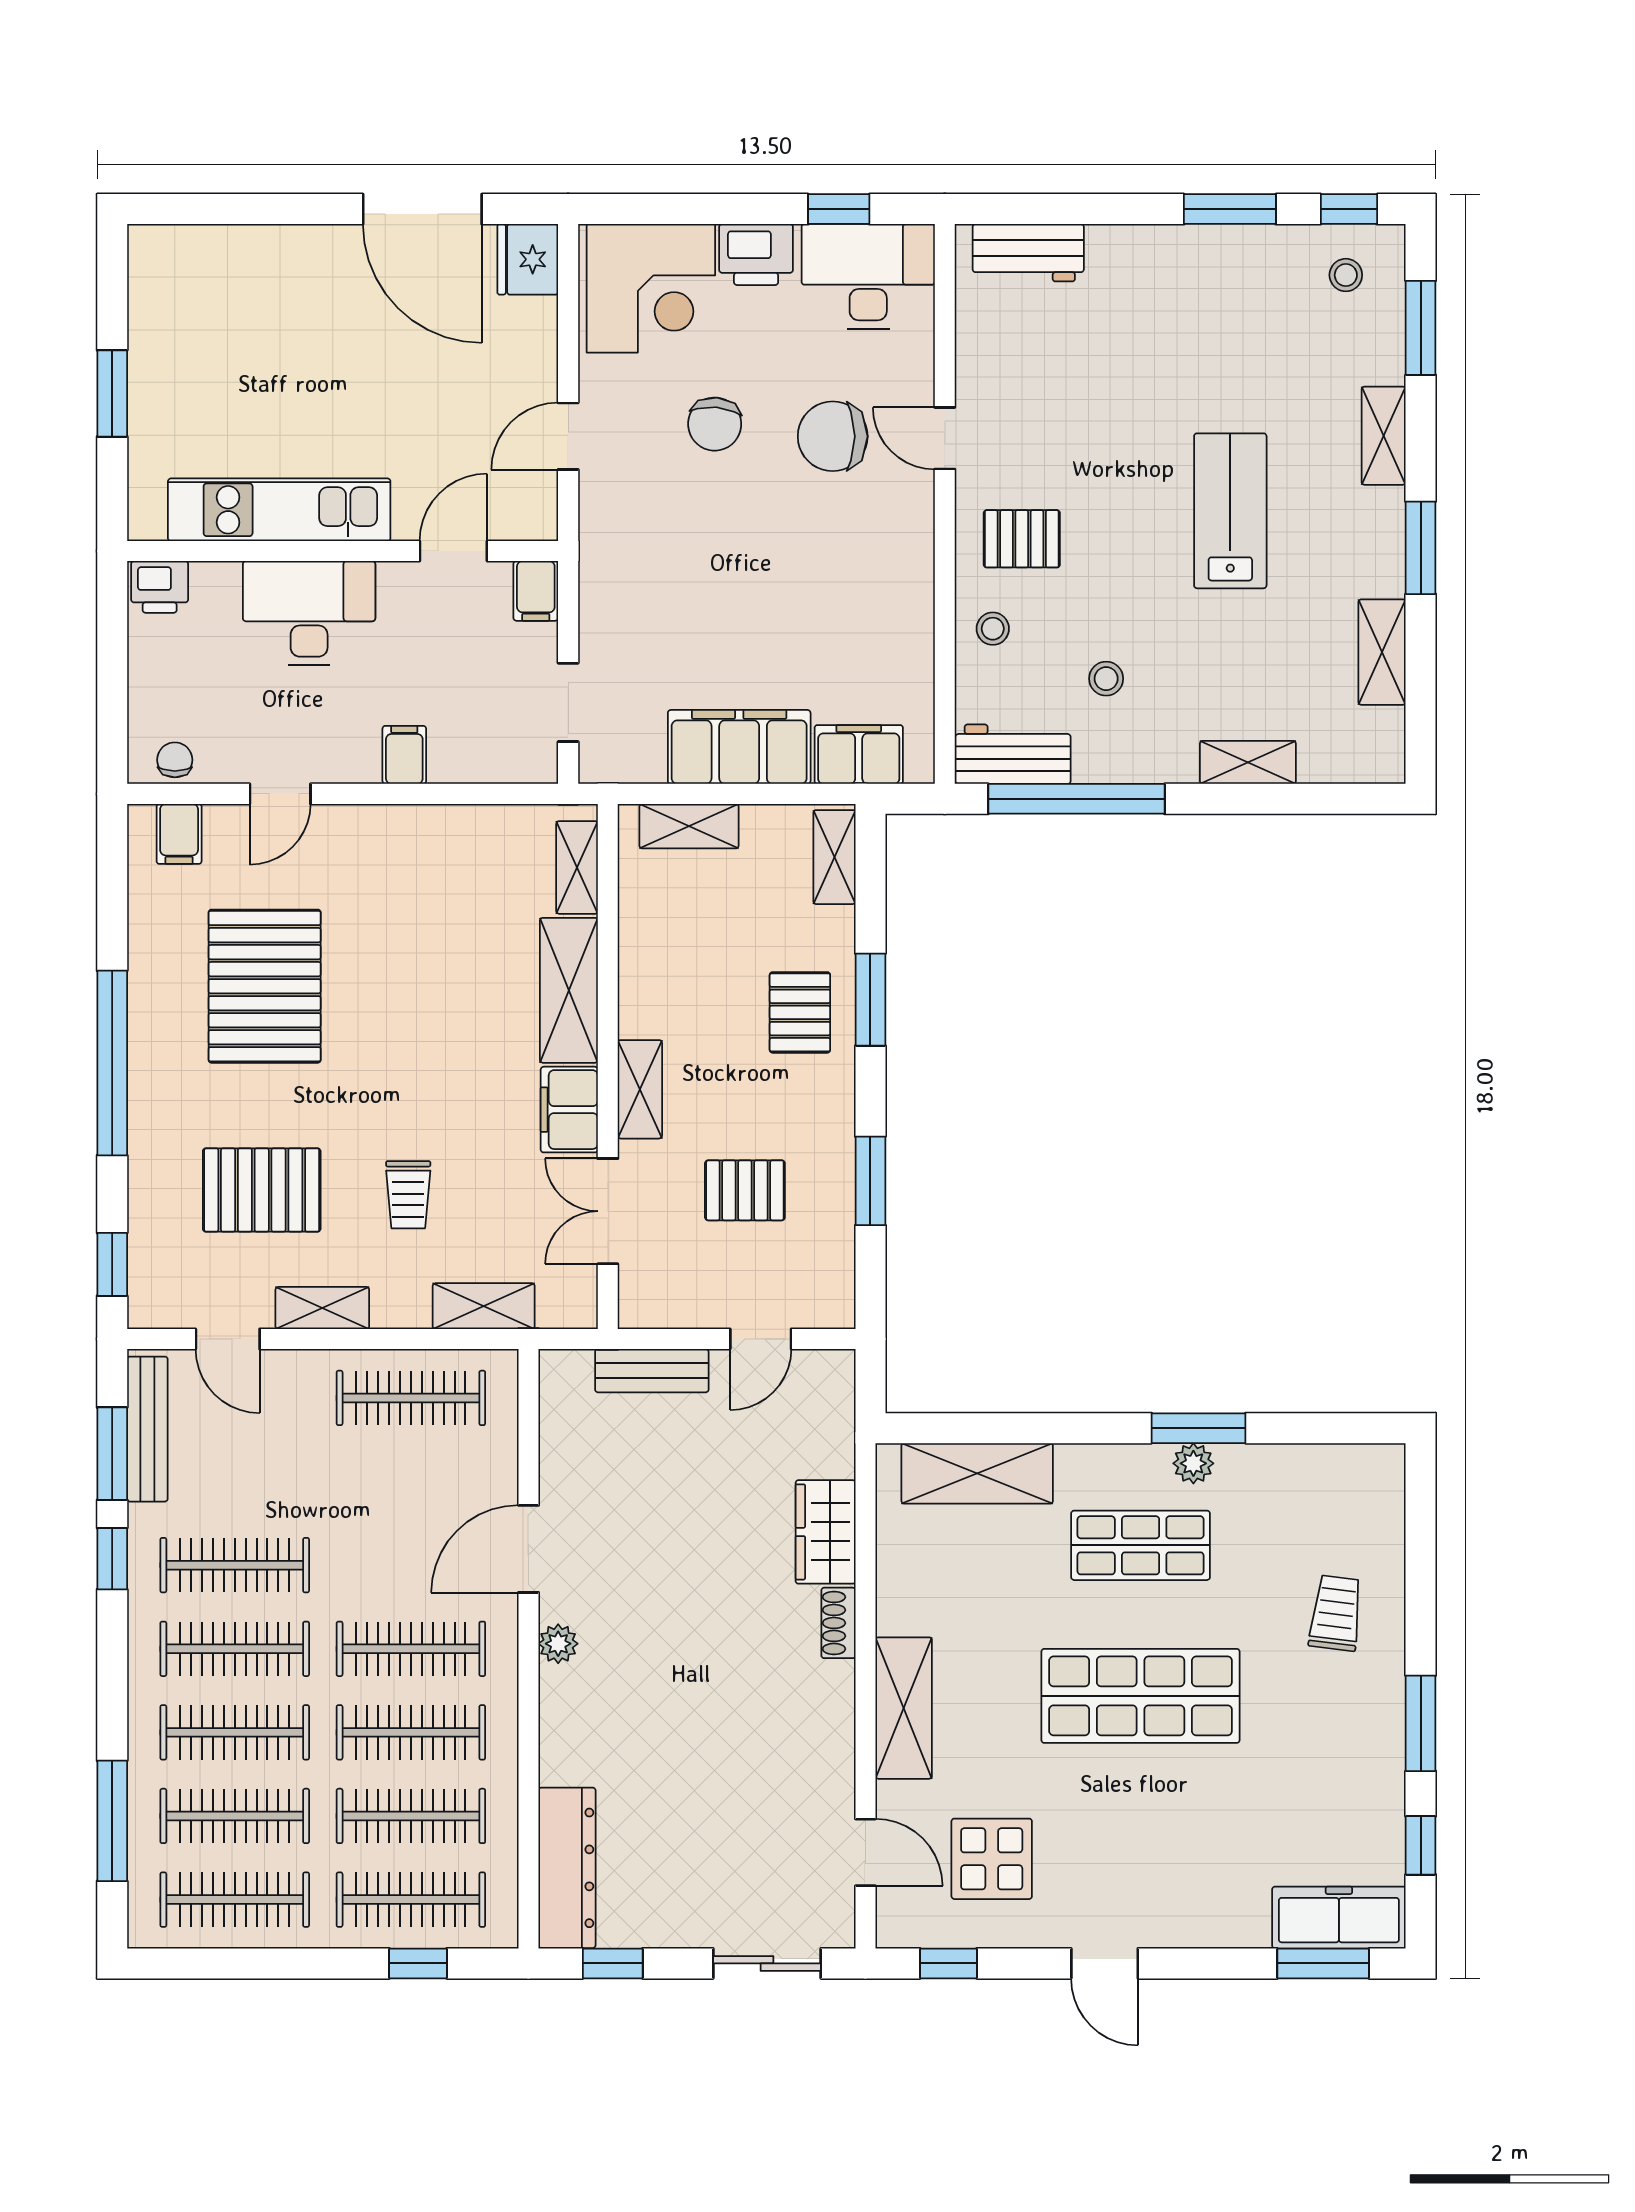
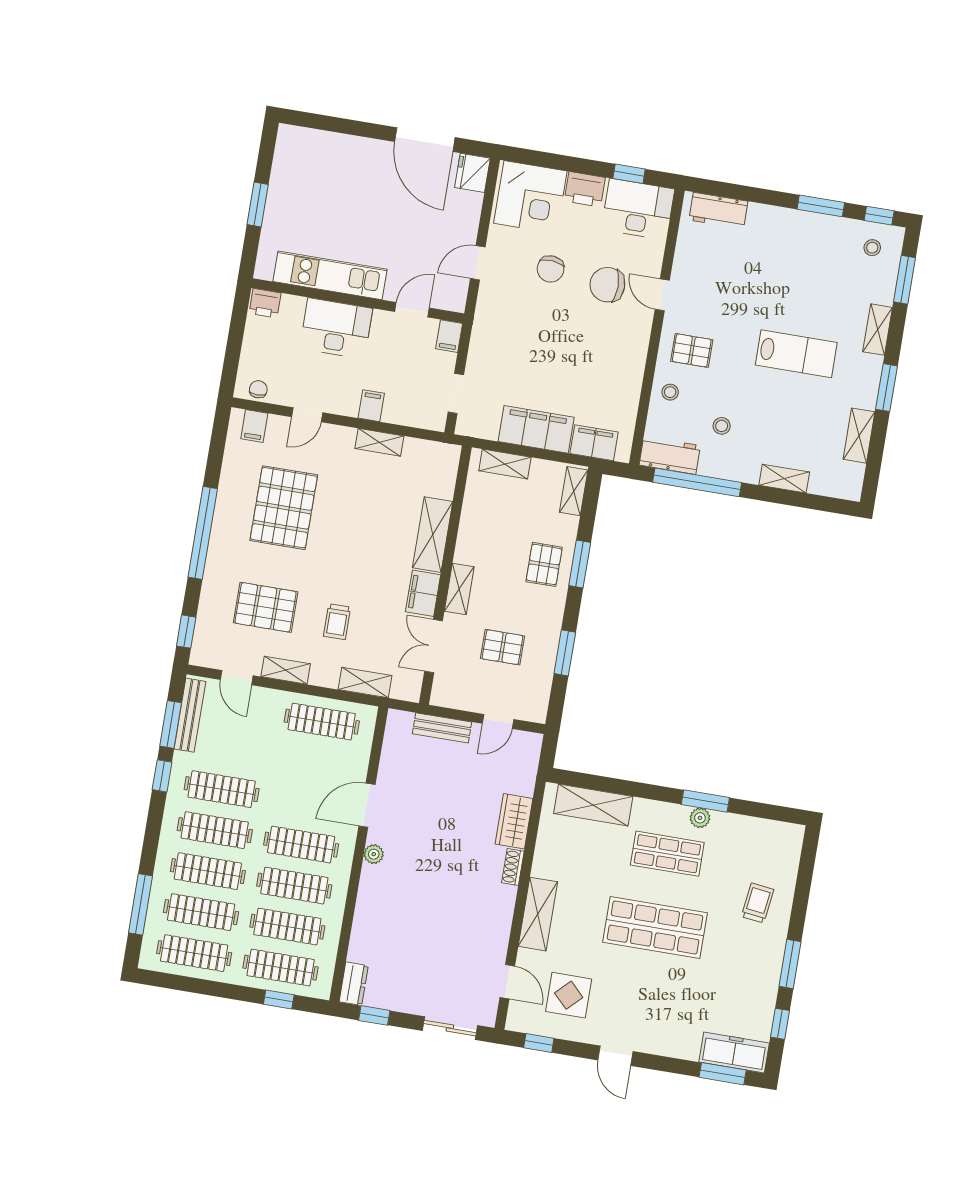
lab bench: (1230, 511) -> (796, 354), turned 90
shelving: (577, 867) -> (379, 442), moved, turned 90
dresser: (567, 1868) -> (354, 984), width x0.51, depth x0.80

